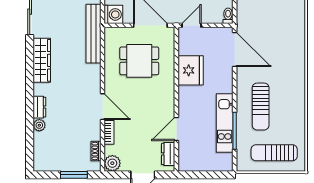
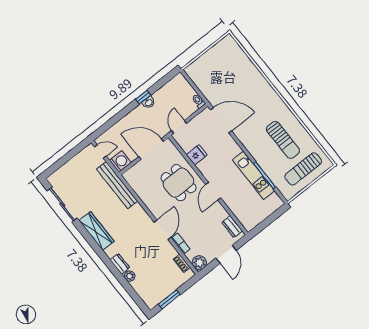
dining table: (139, 61) -> (178, 183), moved, turned 90
fridge: (191, 70) -> (197, 155), width x0.53, depth x0.75
door: (103, 107) -> (162, 230), hinge flipped
sun lounger: (261, 107) -> (283, 140), moved
door: (176, 129) -> (213, 191), moved
window: (74, 175) -> (169, 299), moved

